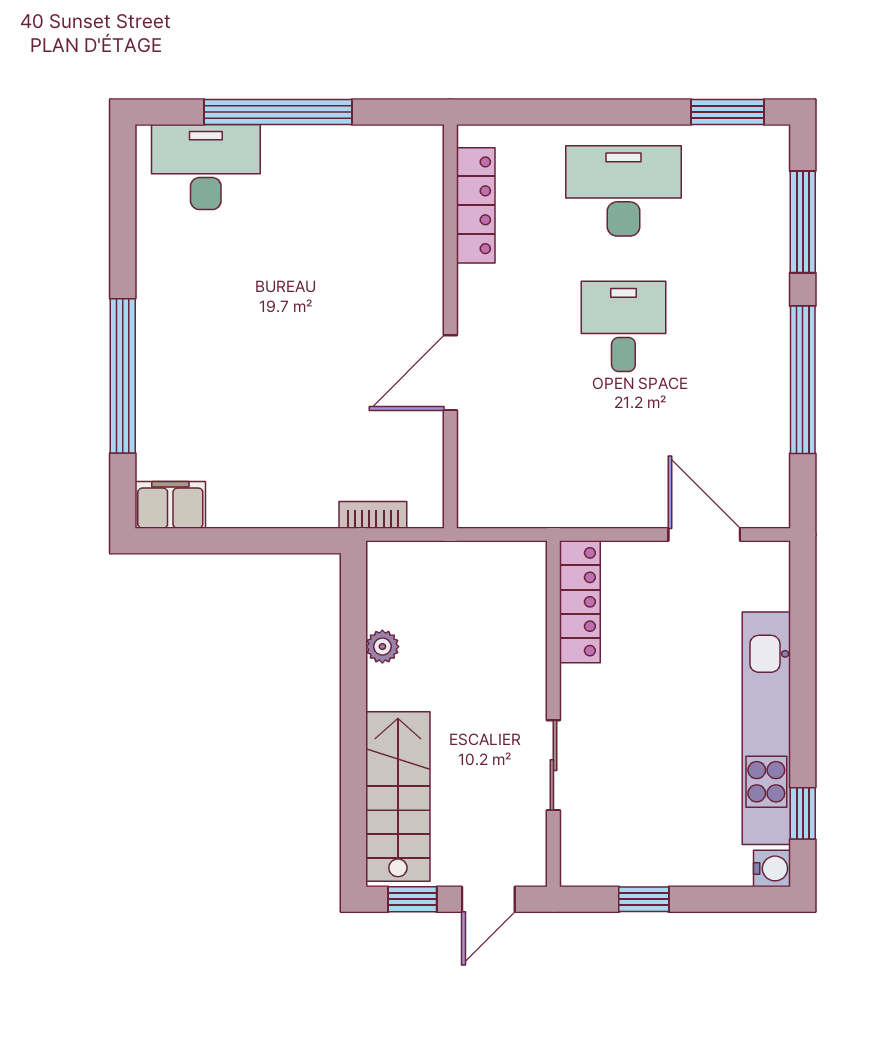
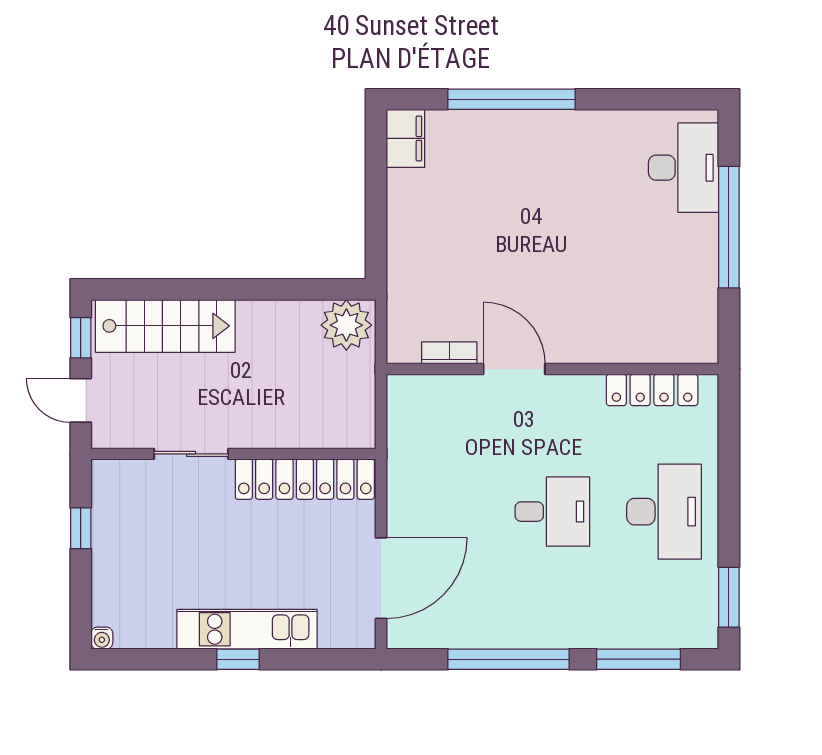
bookcase: (373, 515) -> (449, 353), moved, turned -90
door: (704, 534) -> (381, 578), width x1.36
locker: (580, 602) -> (305, 479), width x1.41, depth x1.21
plant: (382, 647) -> (346, 325), moved, width x1.87, depth x1.87
kitchen unit: (766, 728) -> (247, 629), width x0.73
window: (803, 813) -> (238, 659), moved
water cooler: (772, 868) -> (102, 638), width x0.72, depth x0.72

